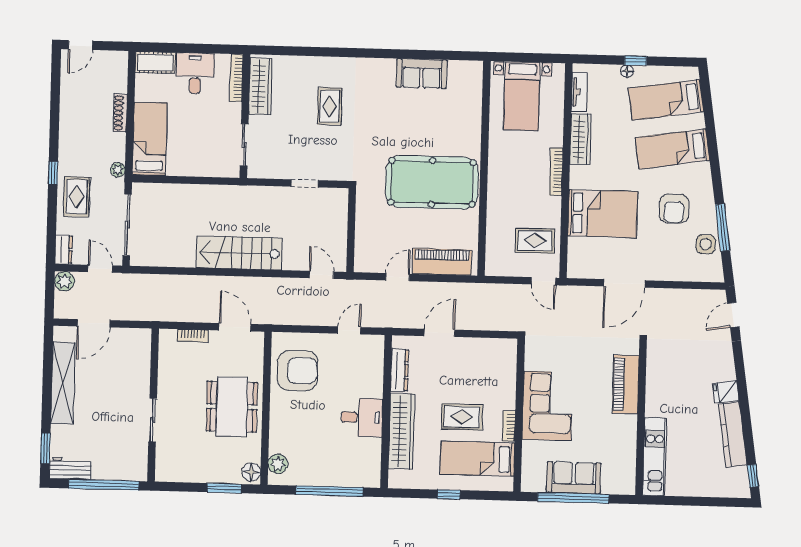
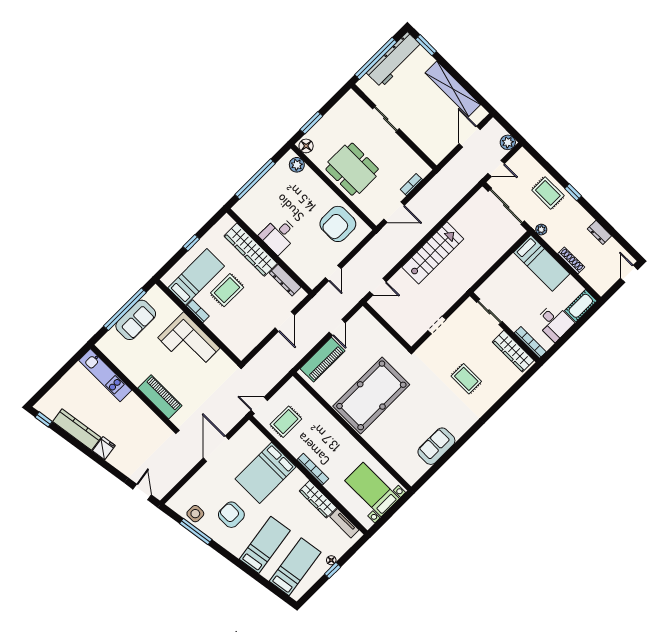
dresser: (64, 249) -> (599, 232), moved
workbench: (70, 469) -> (394, 60), width x1.88, depth x1.32

